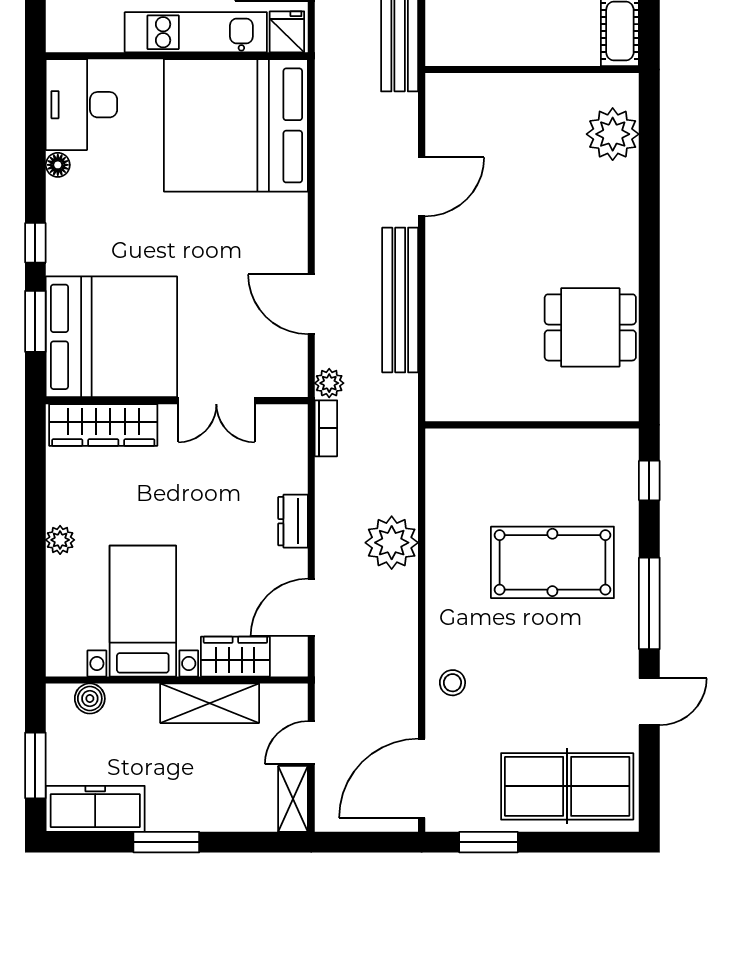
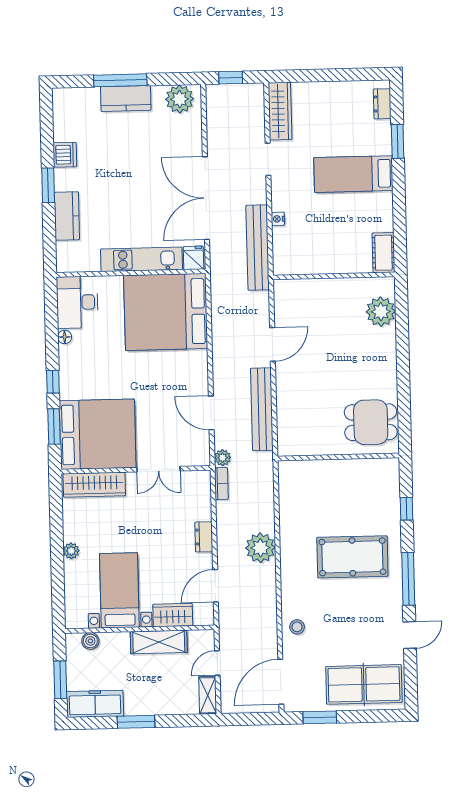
wall: (532, 425) -> (338, 457), moved

